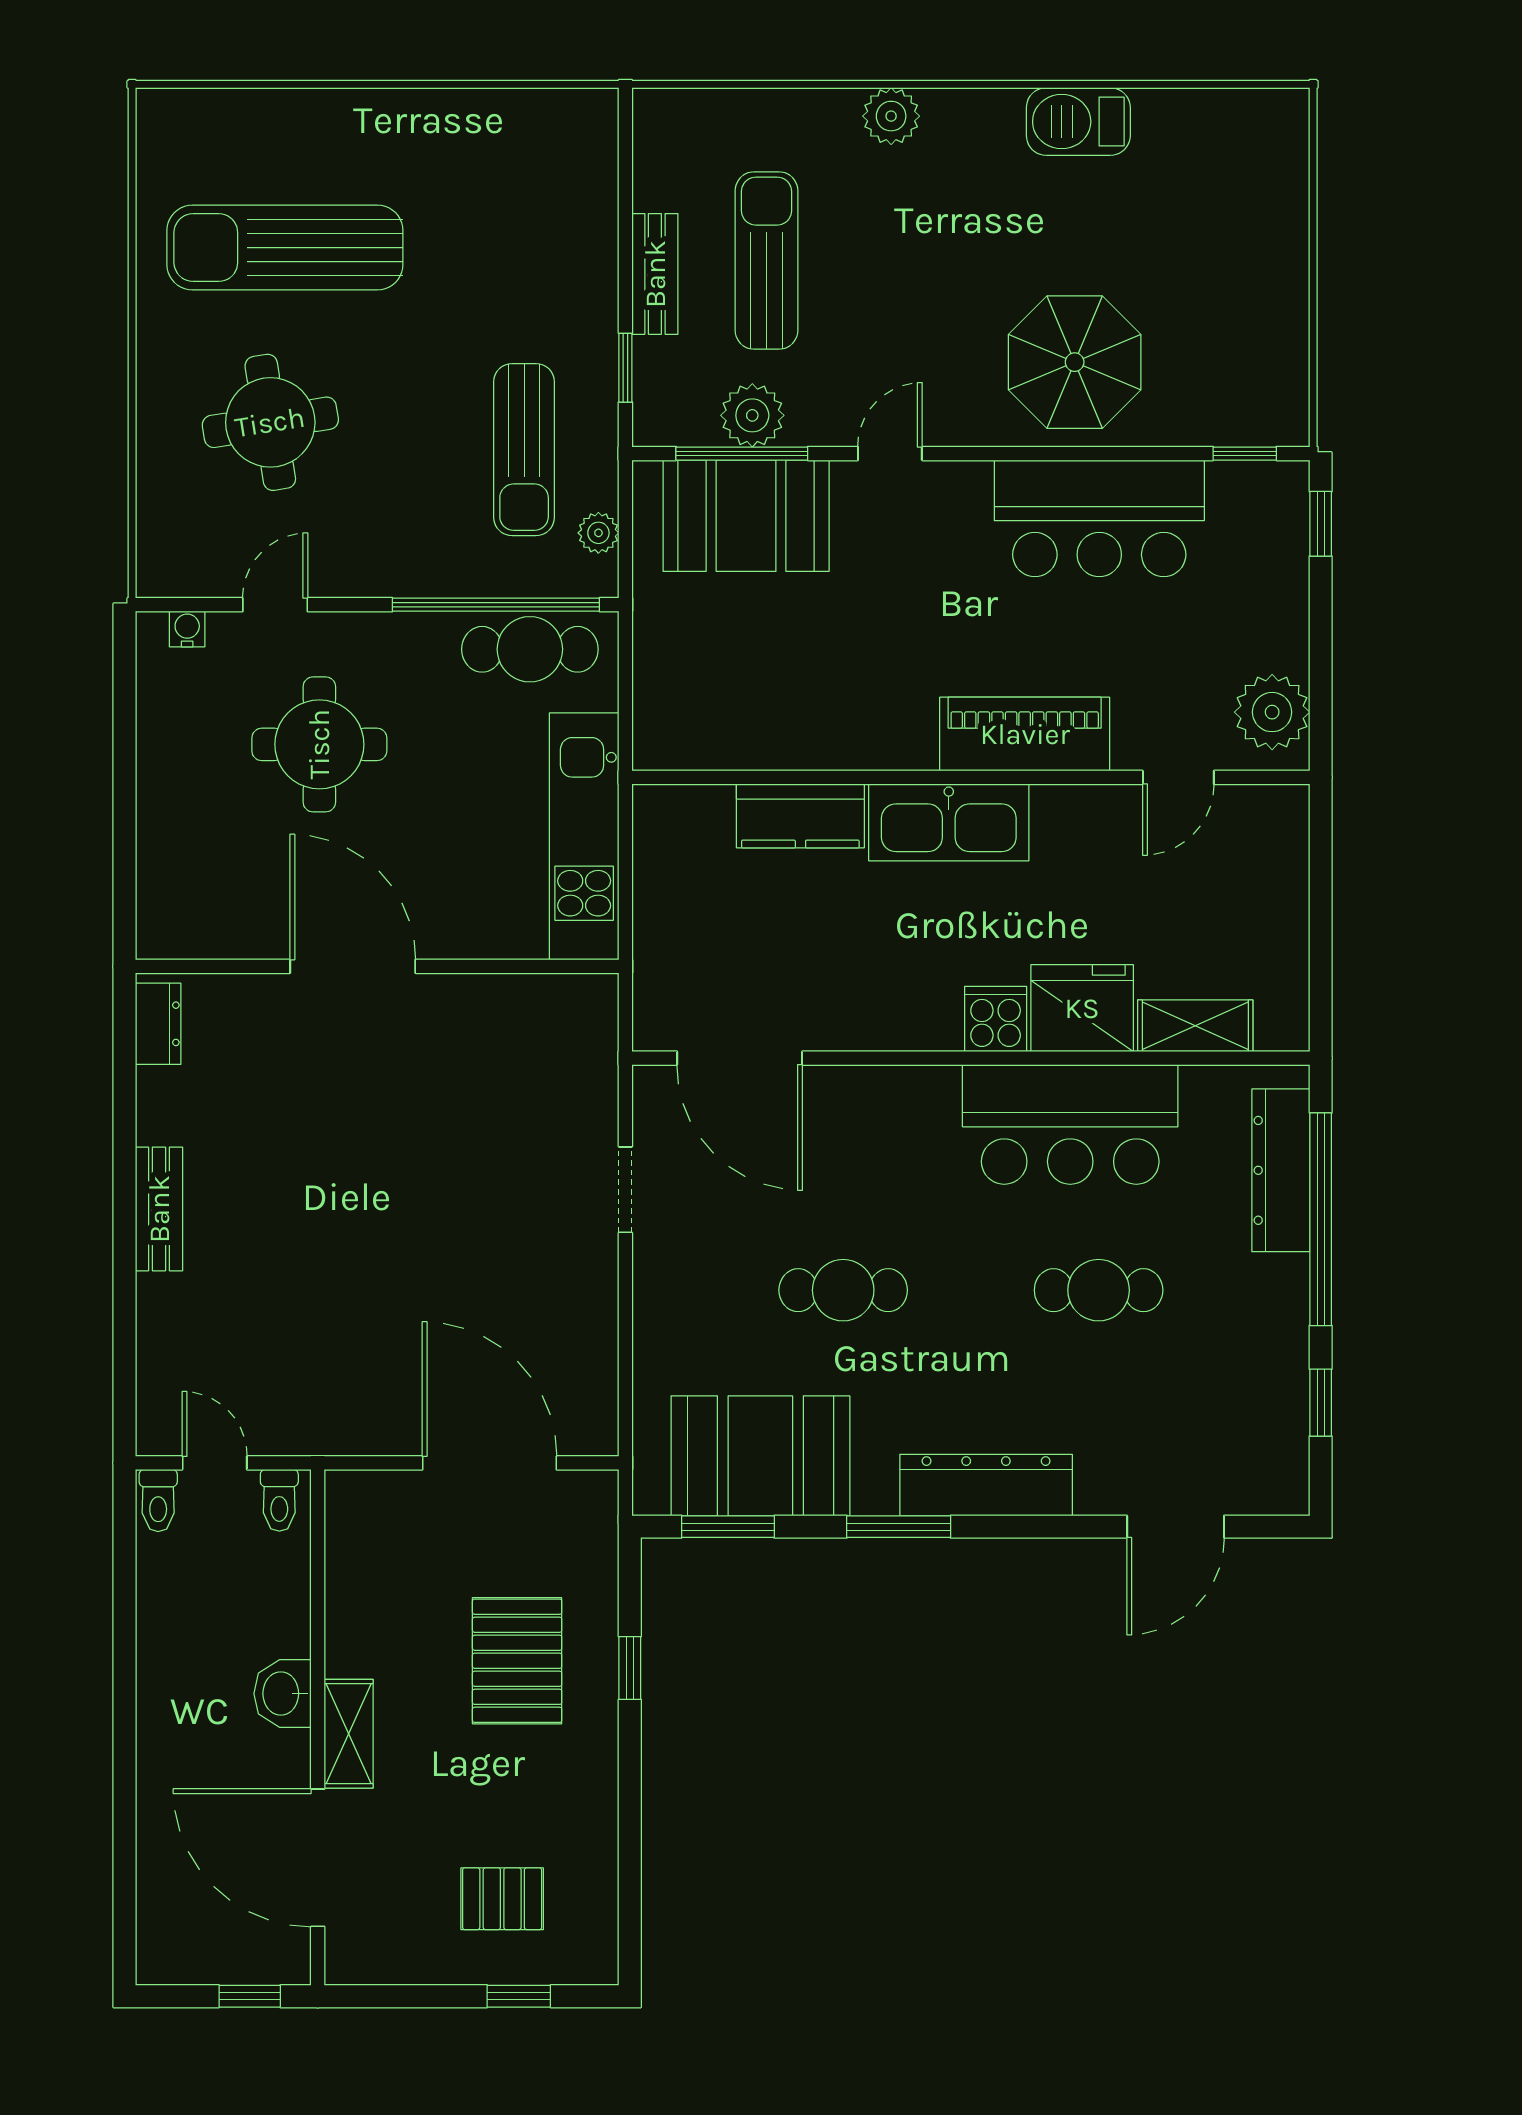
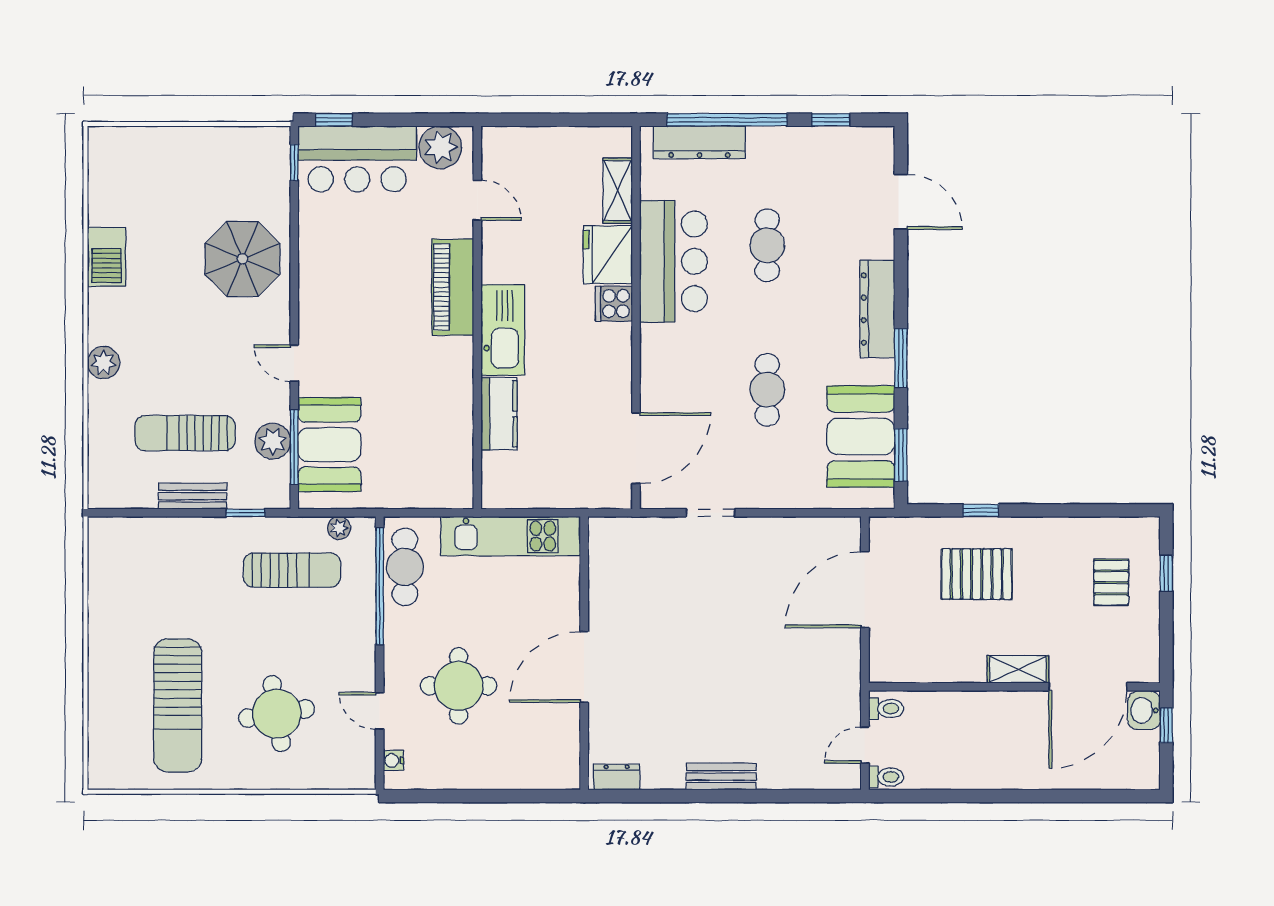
bar counter: (1099, 518) -> (357, 159), moved, turned 90
washbasin: (283, 1694) -> (1144, 710), moved, turned 90

